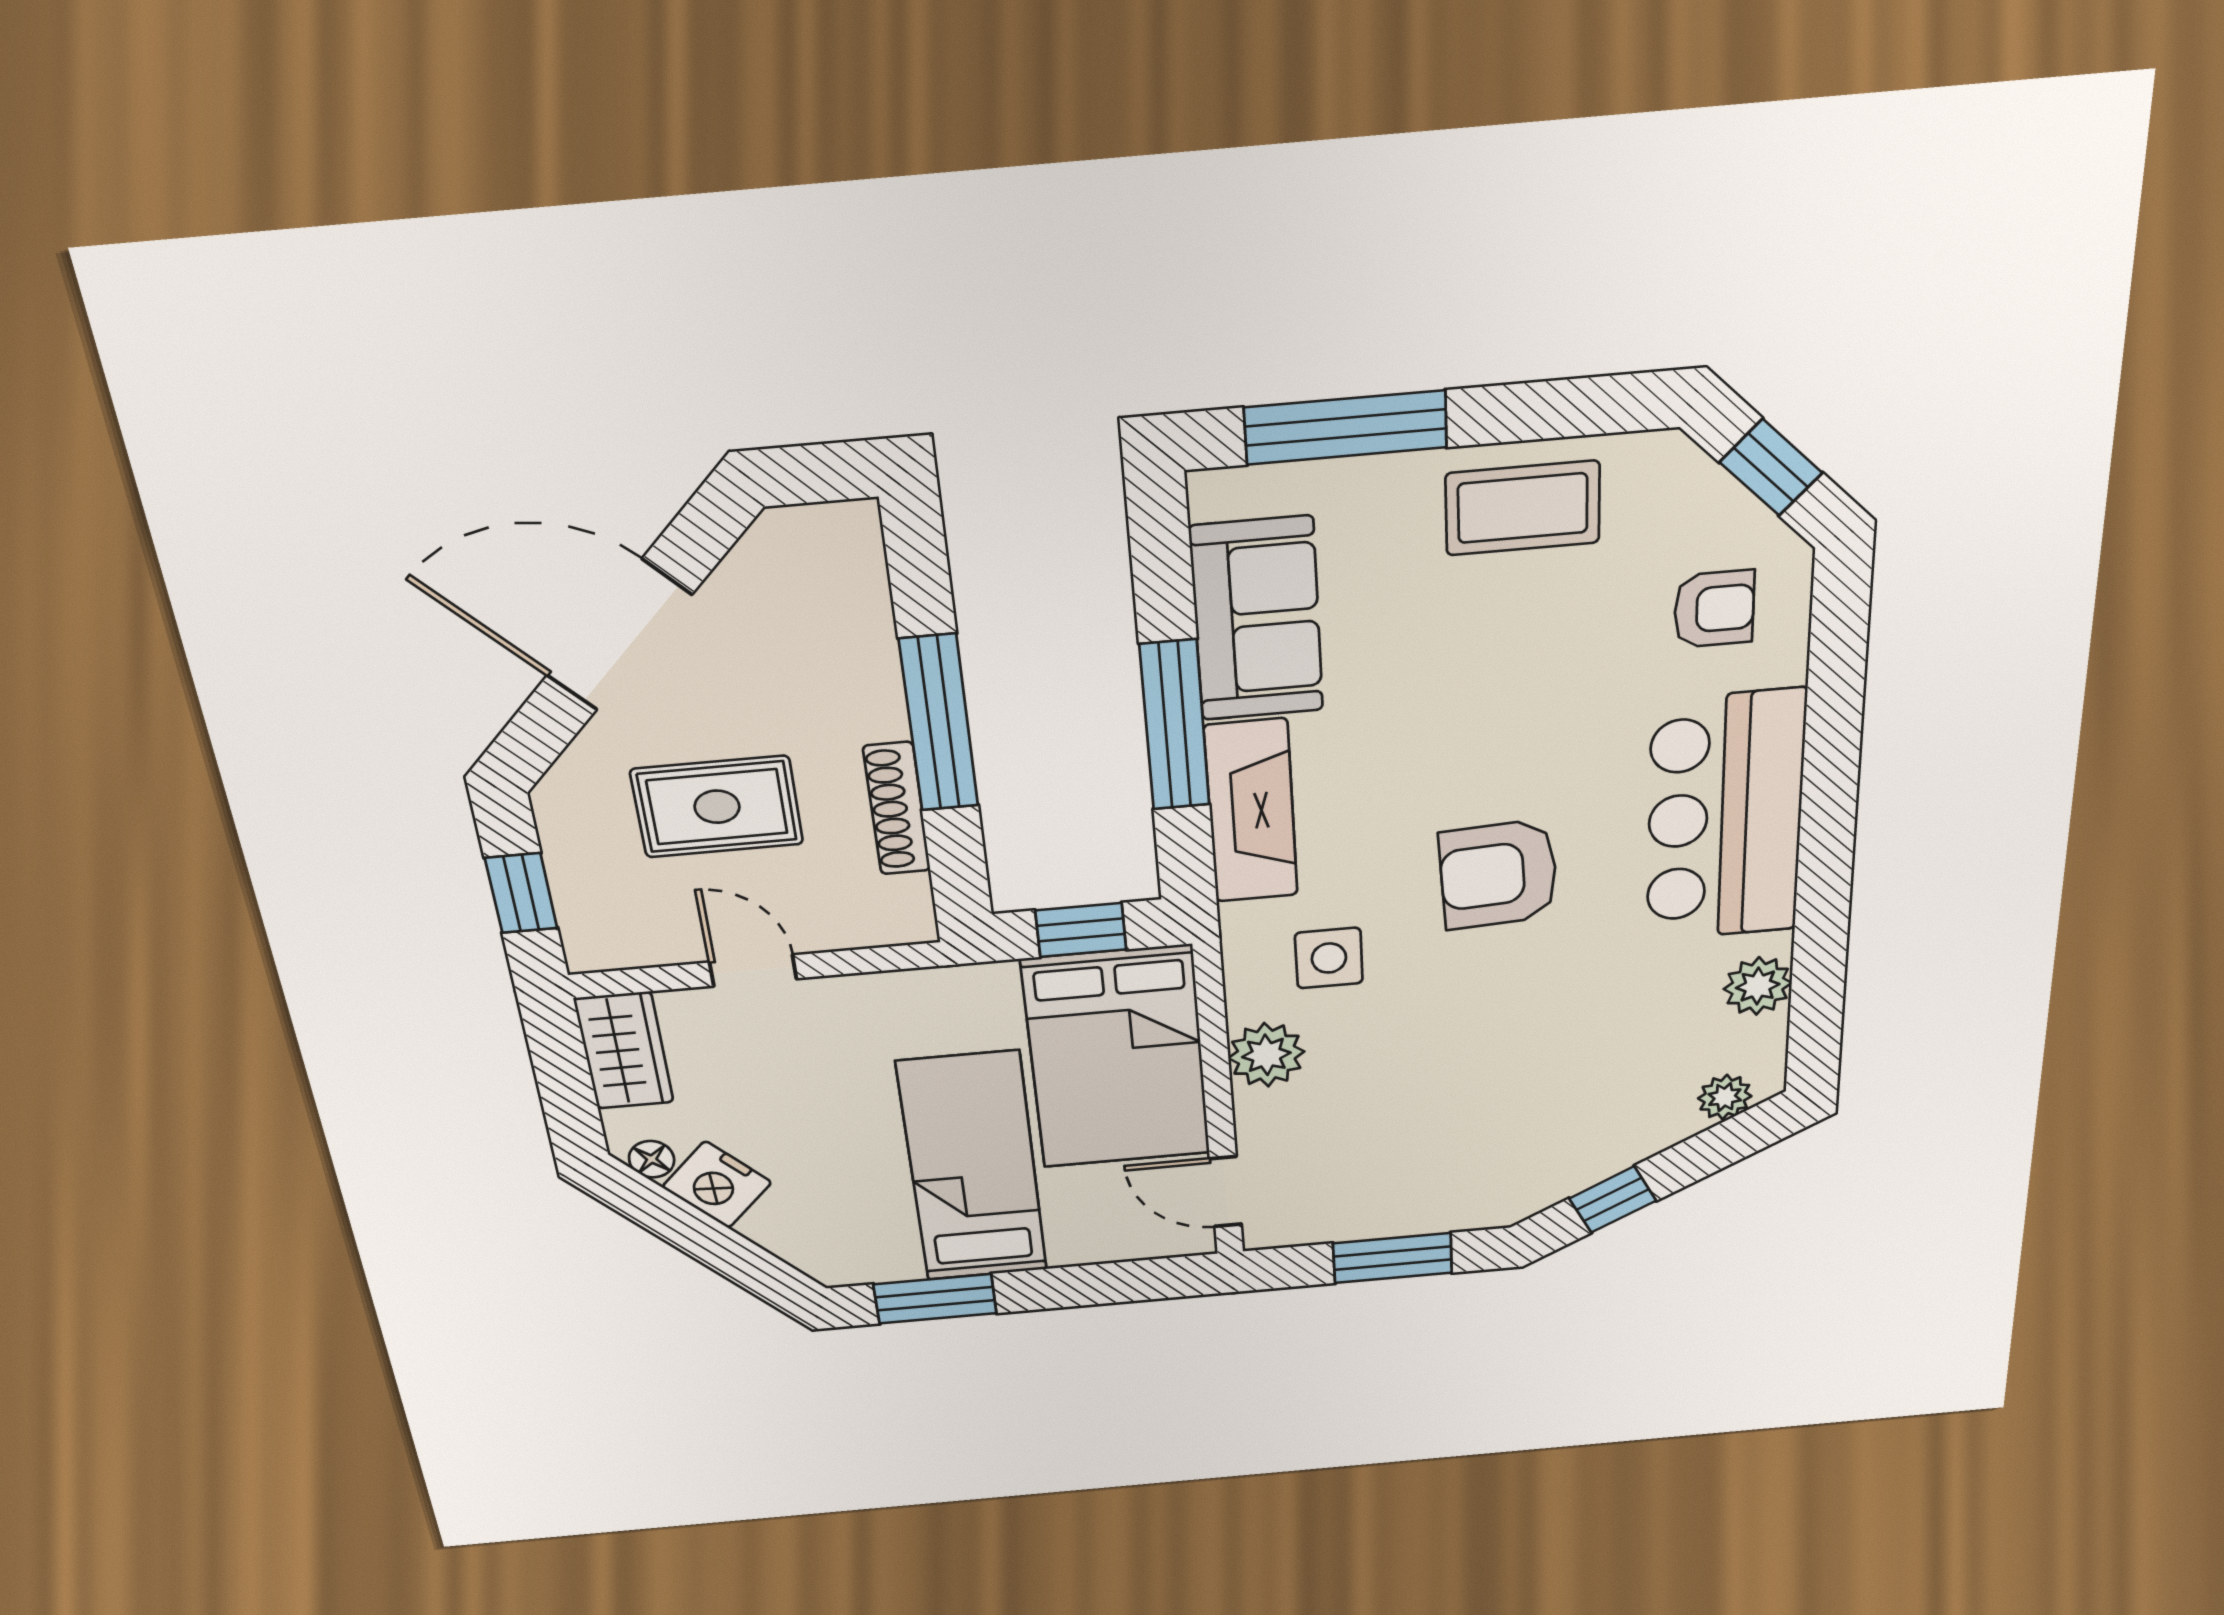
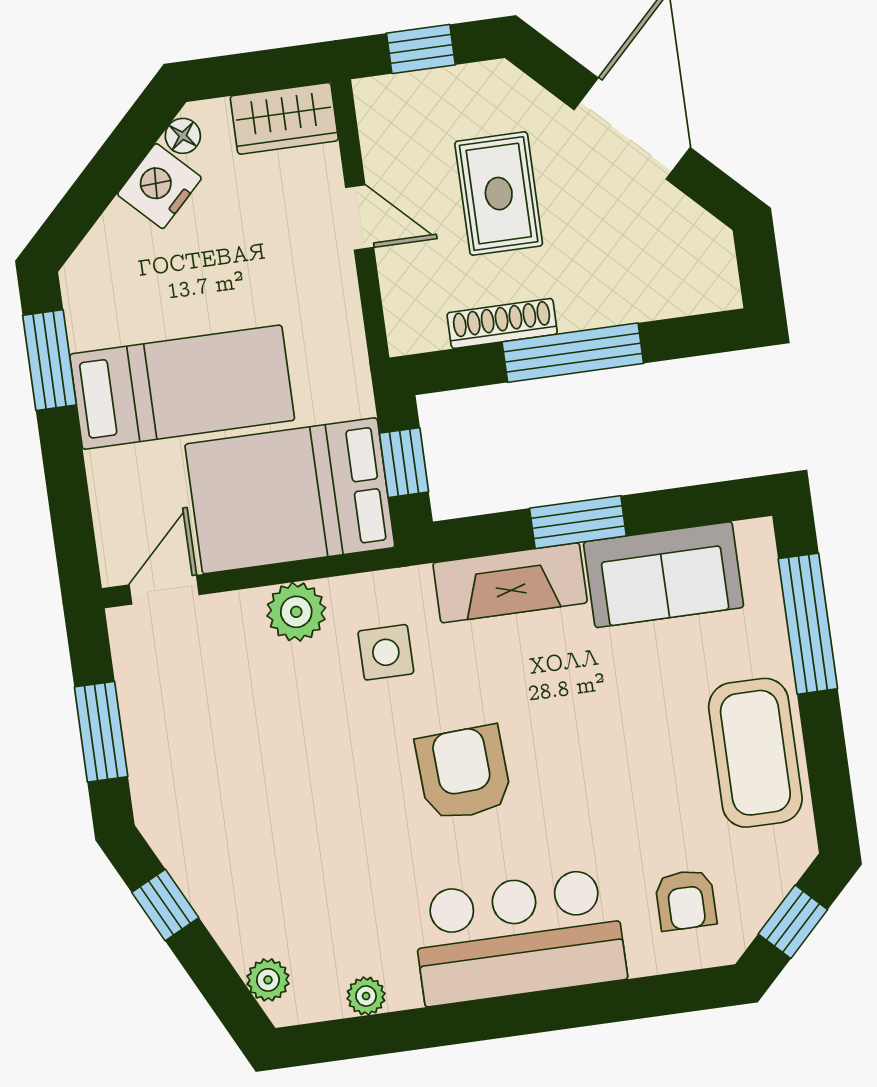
coffee table: (1523, 508) -> (755, 753), width x1.36, depth x1.32
window: (1175, 725) -> (578, 522), width x0.69
door: (753, 970) -> (360, 217), hinge flipped
plant: (1758, 986) -> (366, 996), width x0.73, depth x0.73

